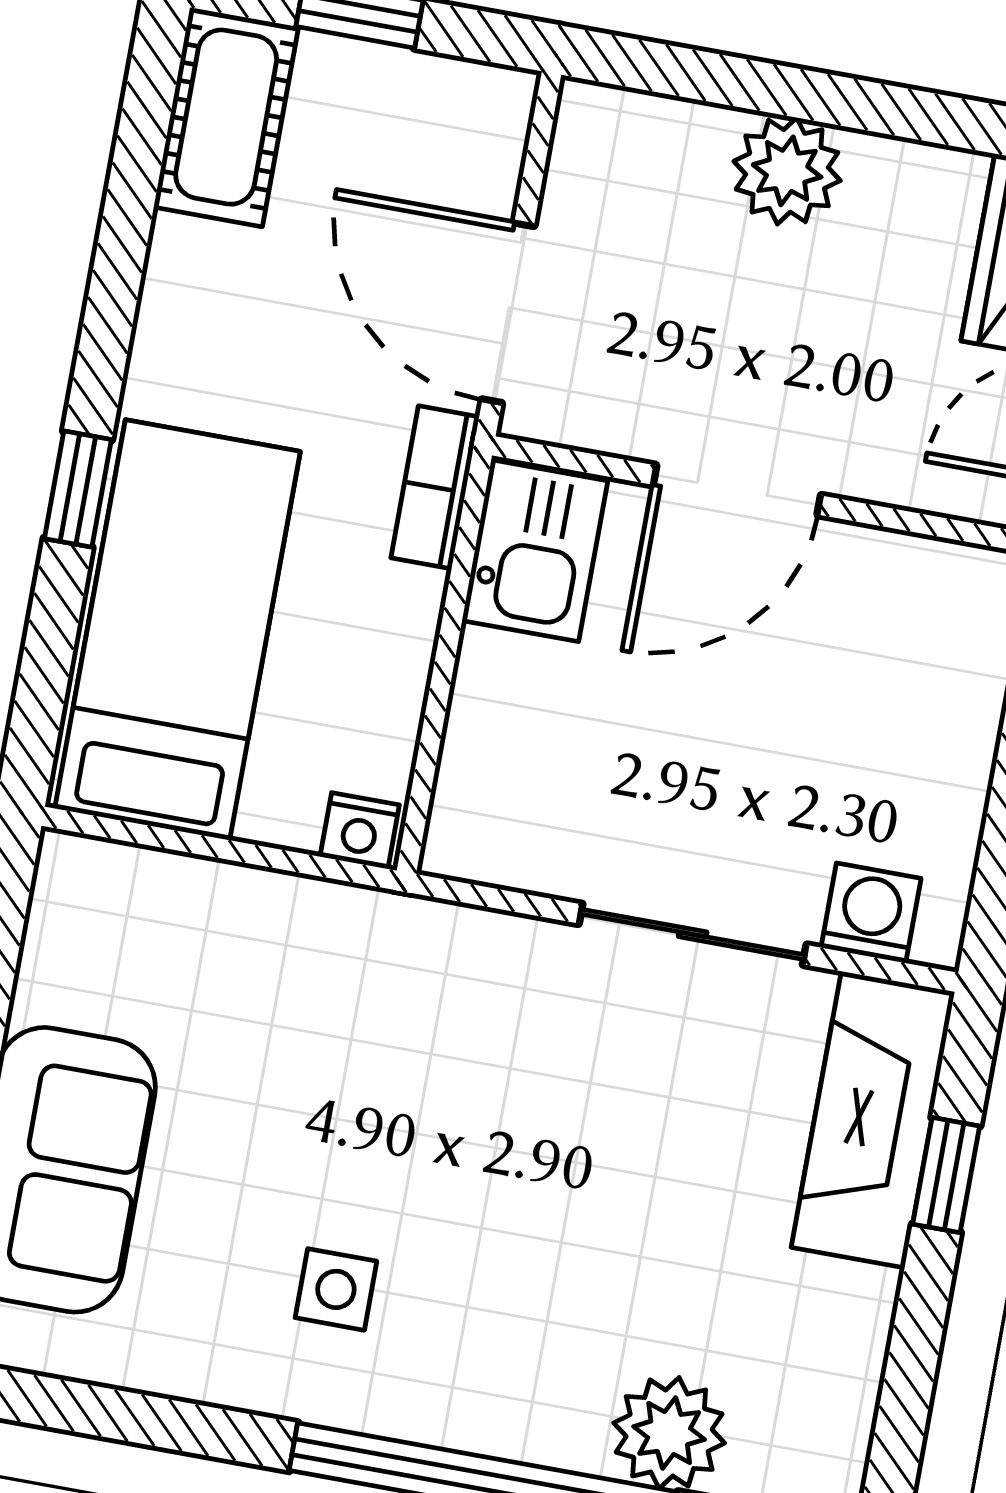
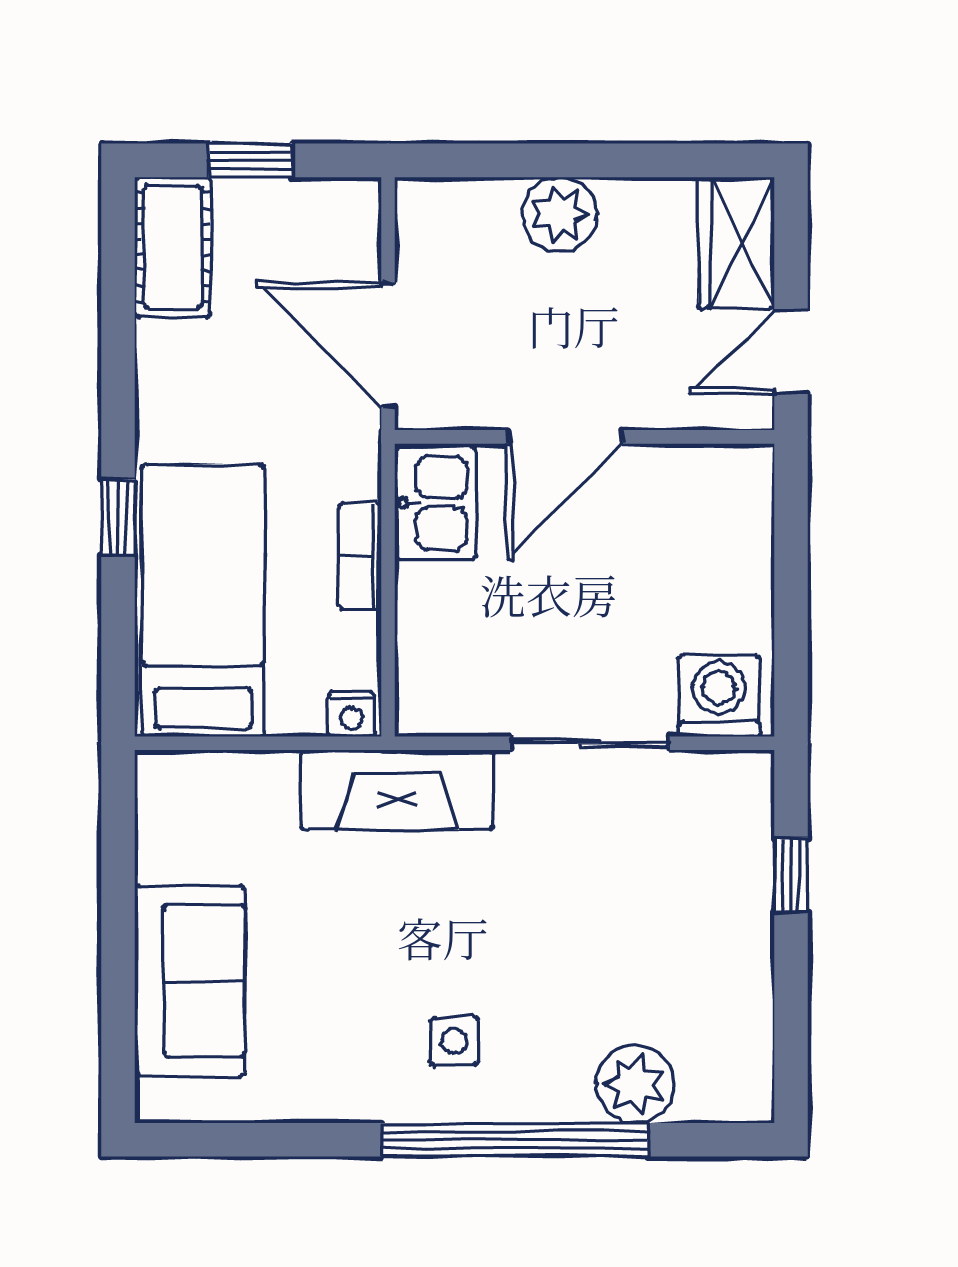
bookcase: (435, 487) -> (360, 556), moved
washing machine: (871, 913) -> (719, 696), width x1.38, depth x1.38
fireplace: (873, 1120) -> (397, 790), moved, turned -90
side table: (336, 1289) -> (454, 1041), moved

